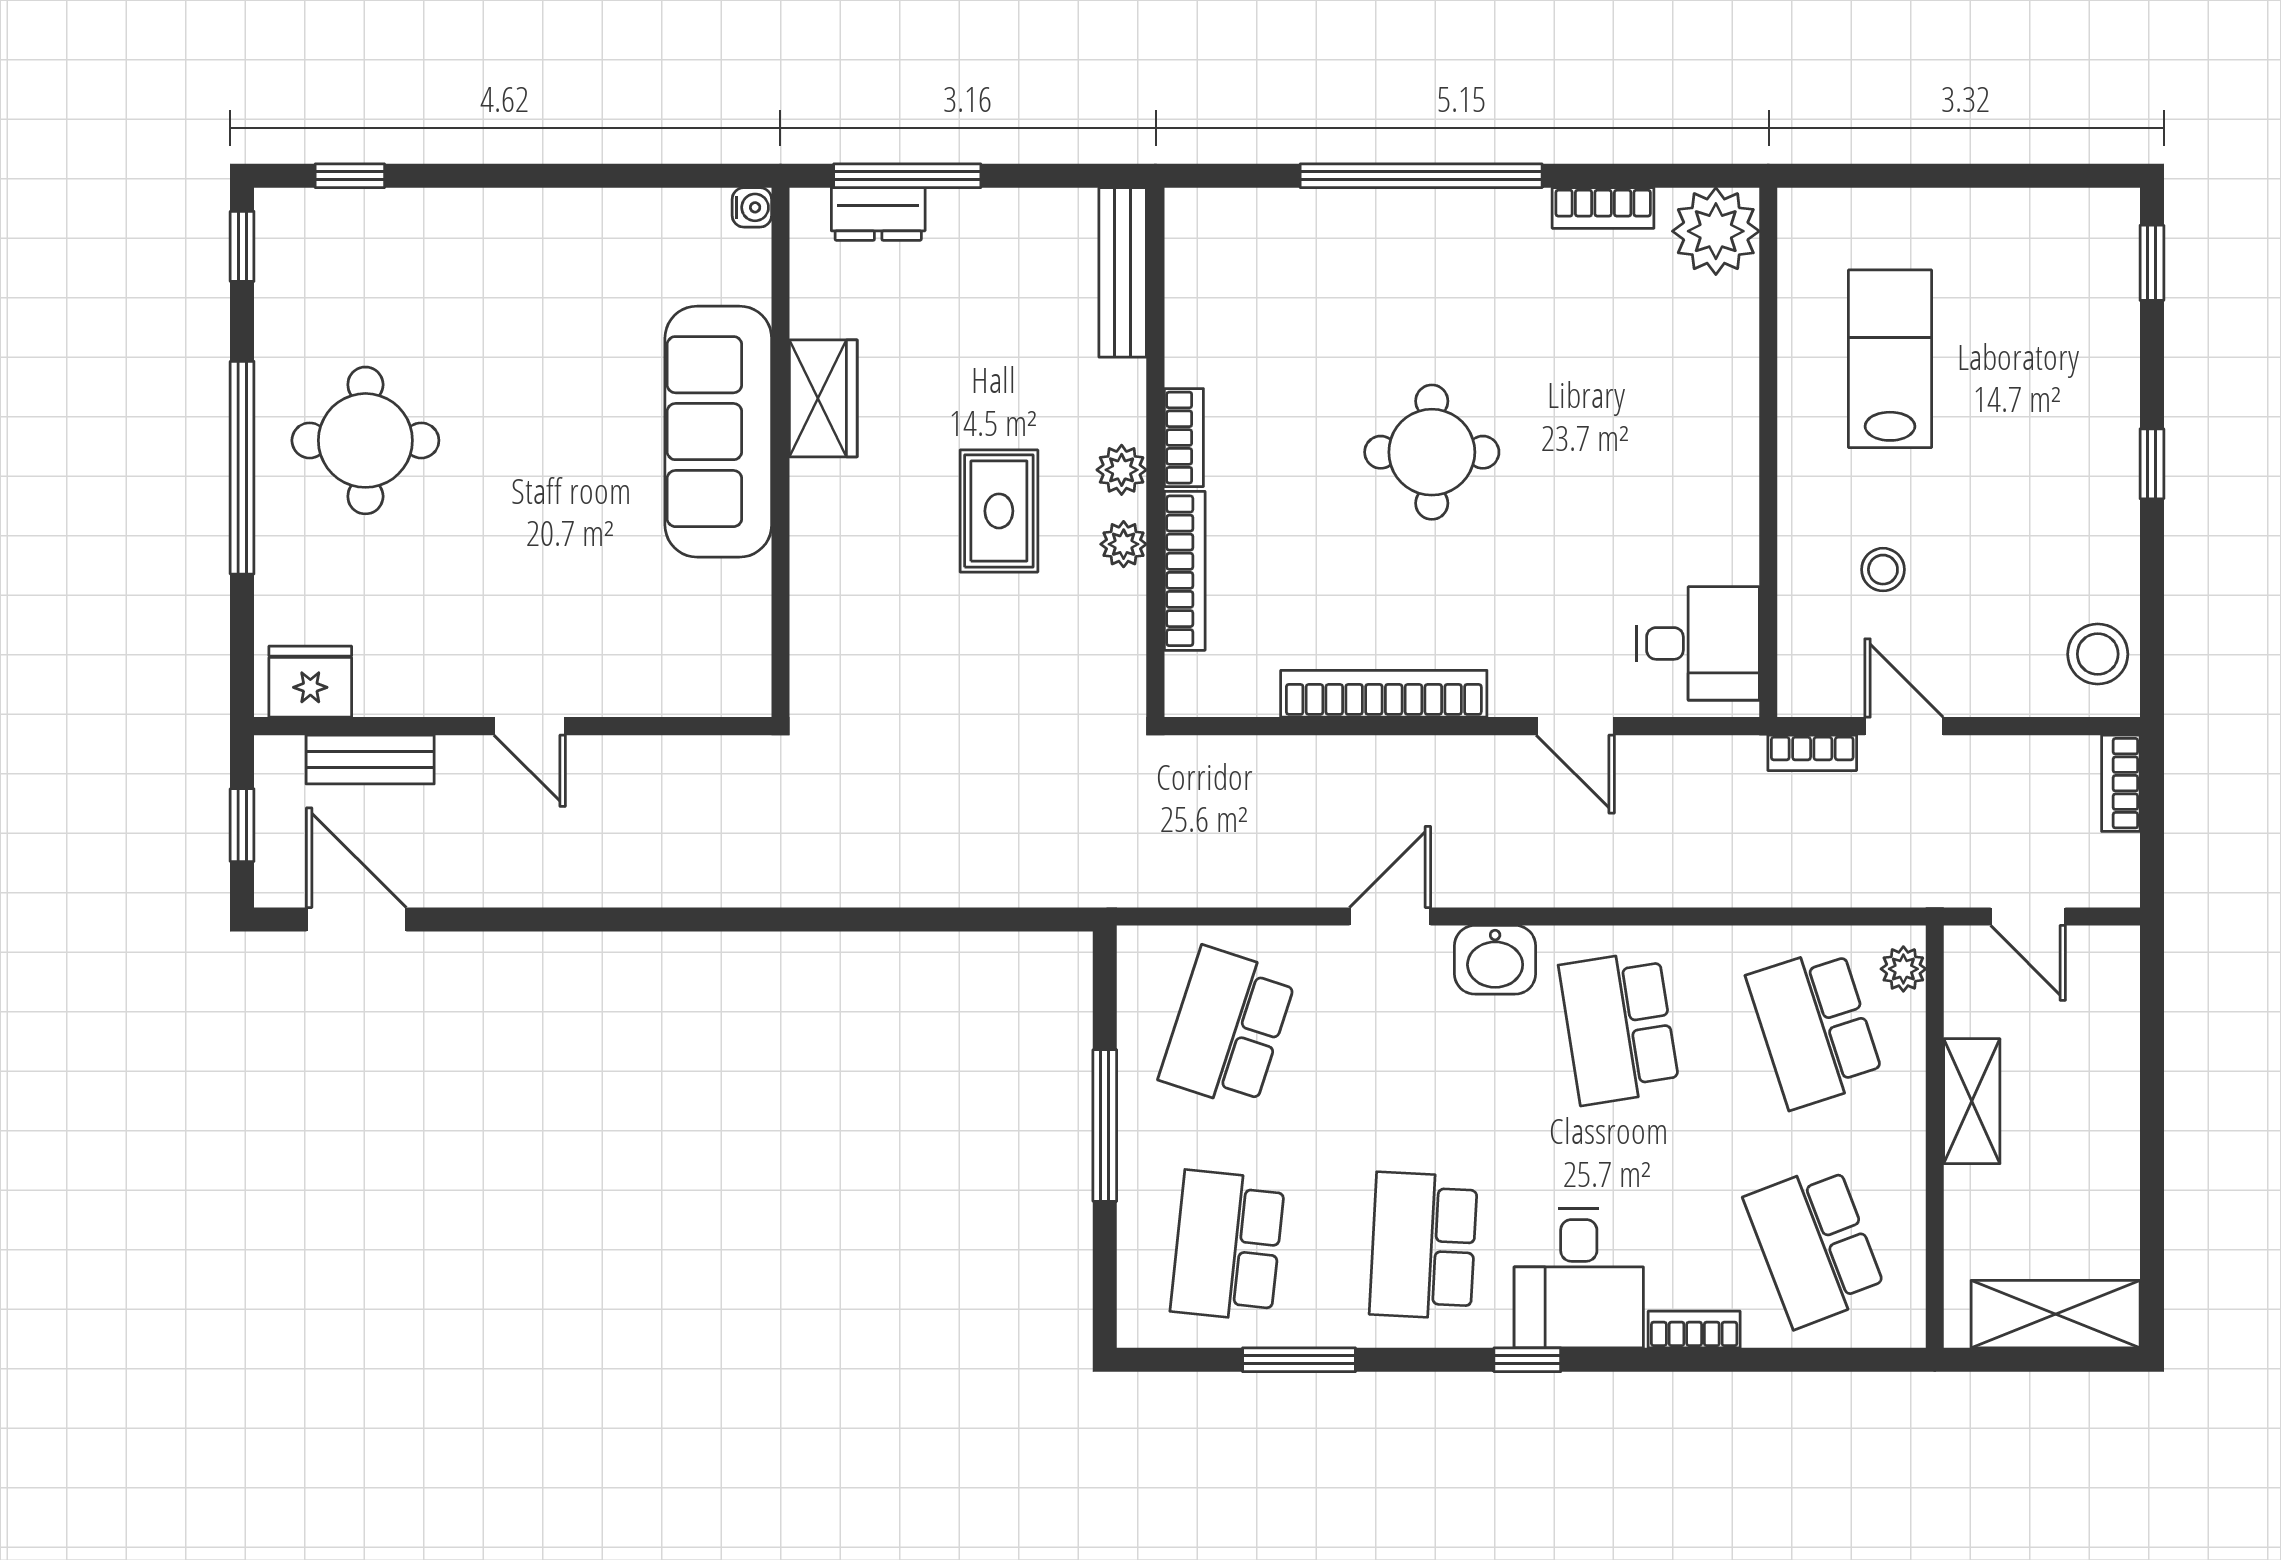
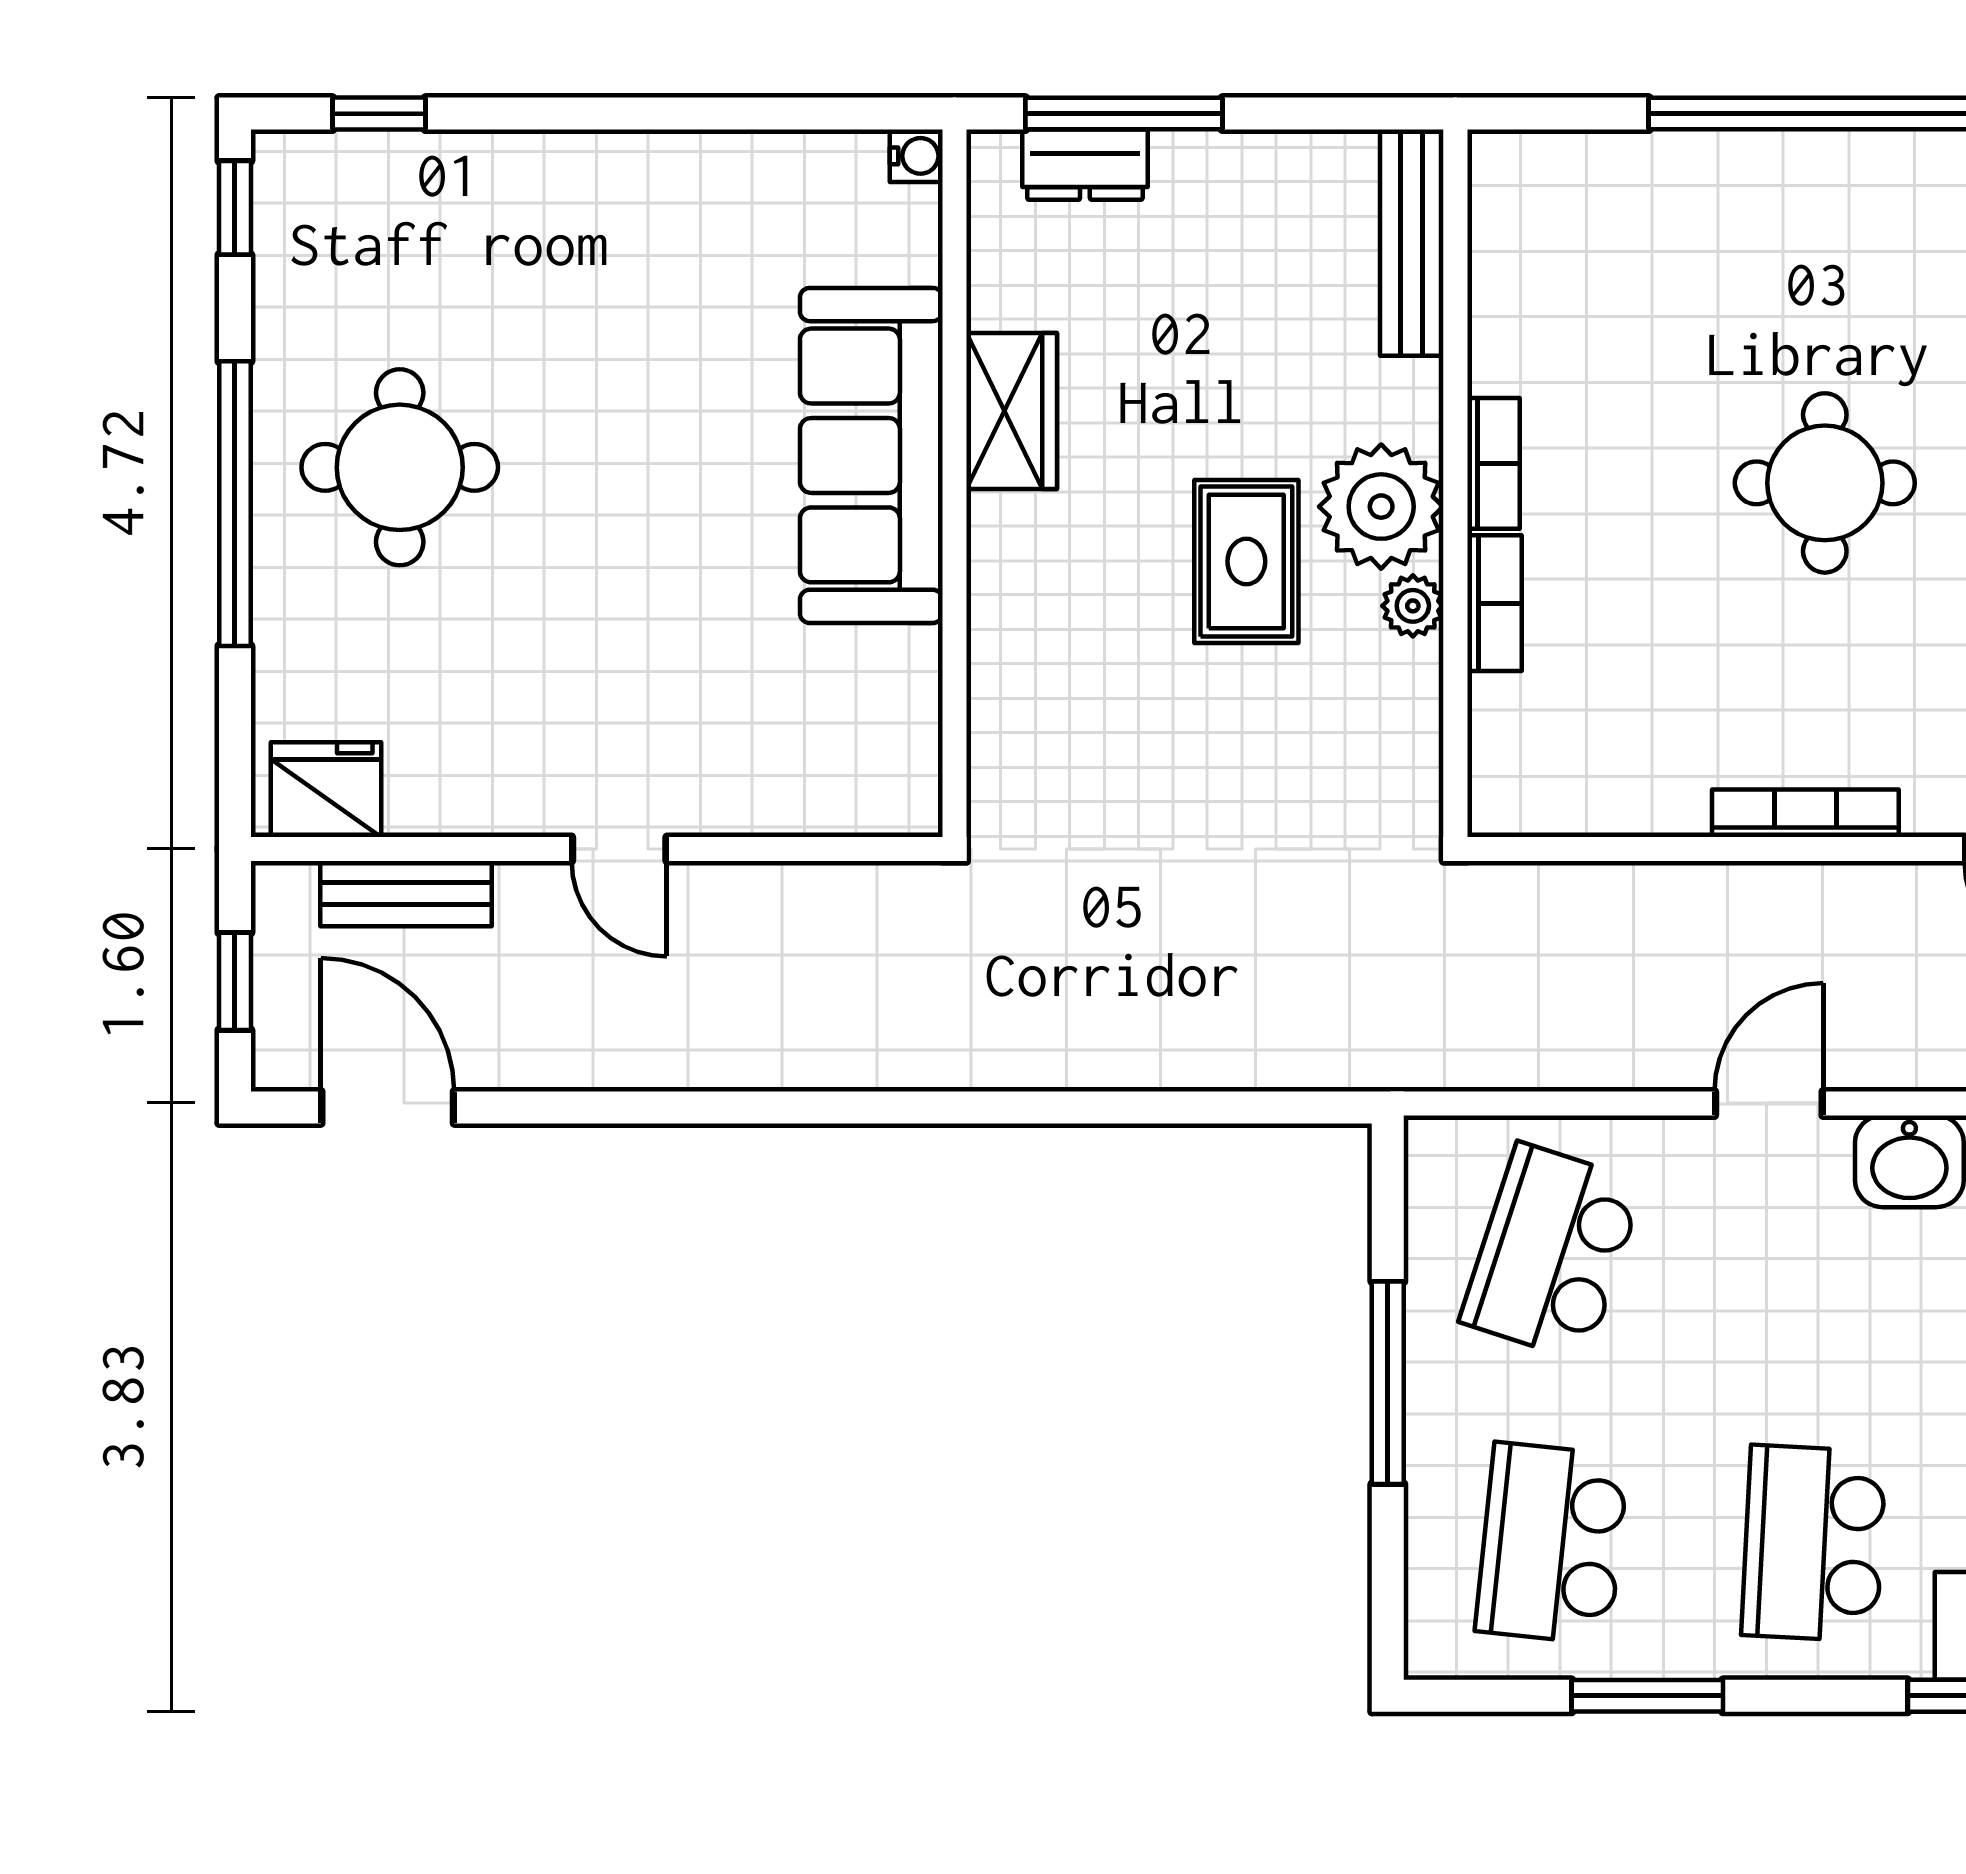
plant: (1122, 470) -> (1381, 507), width x1.87, depth x1.87
bookcase: (1185, 571) -> (1495, 603), width x0.64
bookcase: (1384, 694) -> (1805, 813), width x0.68, depth x0.76

